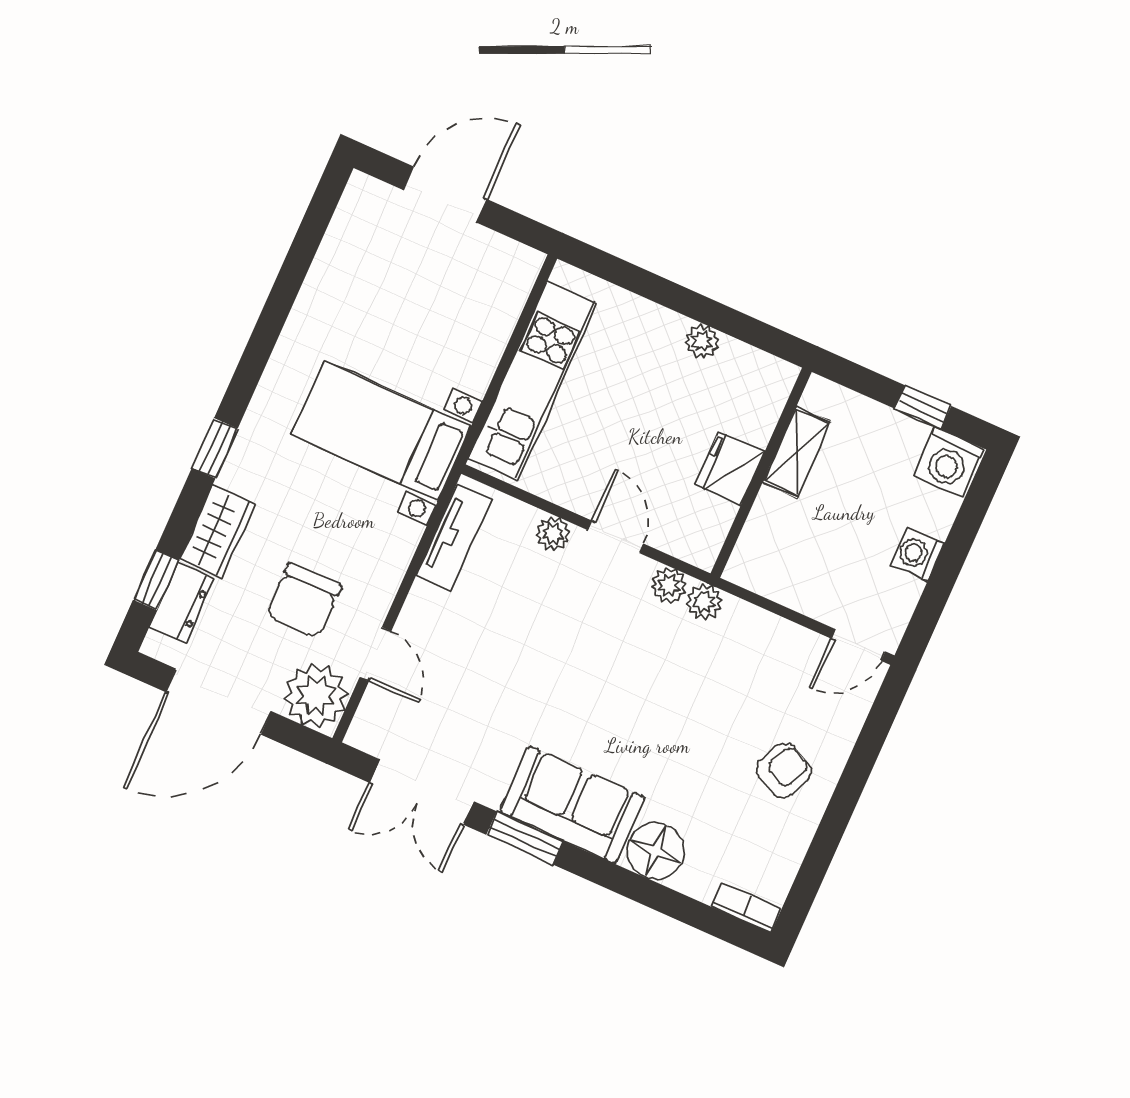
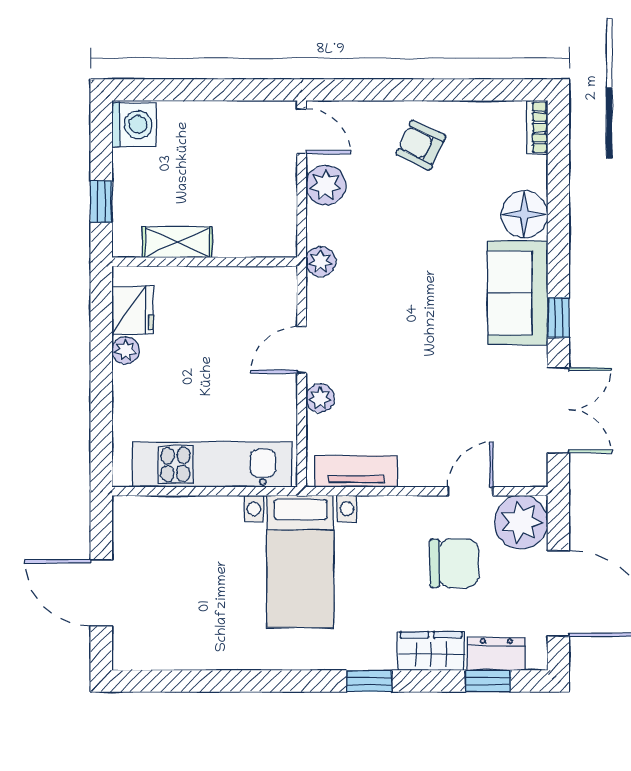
window: (923, 407) -> (101, 202), moved
fridge: (730, 468) -> (132, 310), moved, turned -90
washing machine: (917, 554) -> (214, 117), removed
plant: (669, 585) -> (326, 185), moved, width x1.38, depth x1.38
window: (525, 838) -> (558, 317), width x0.67

